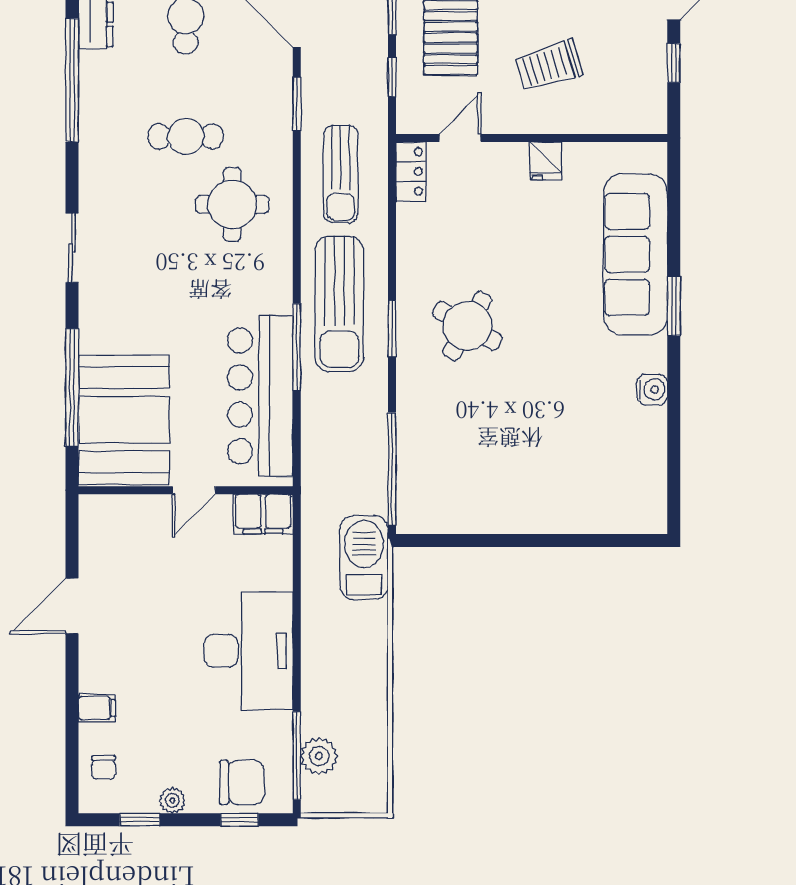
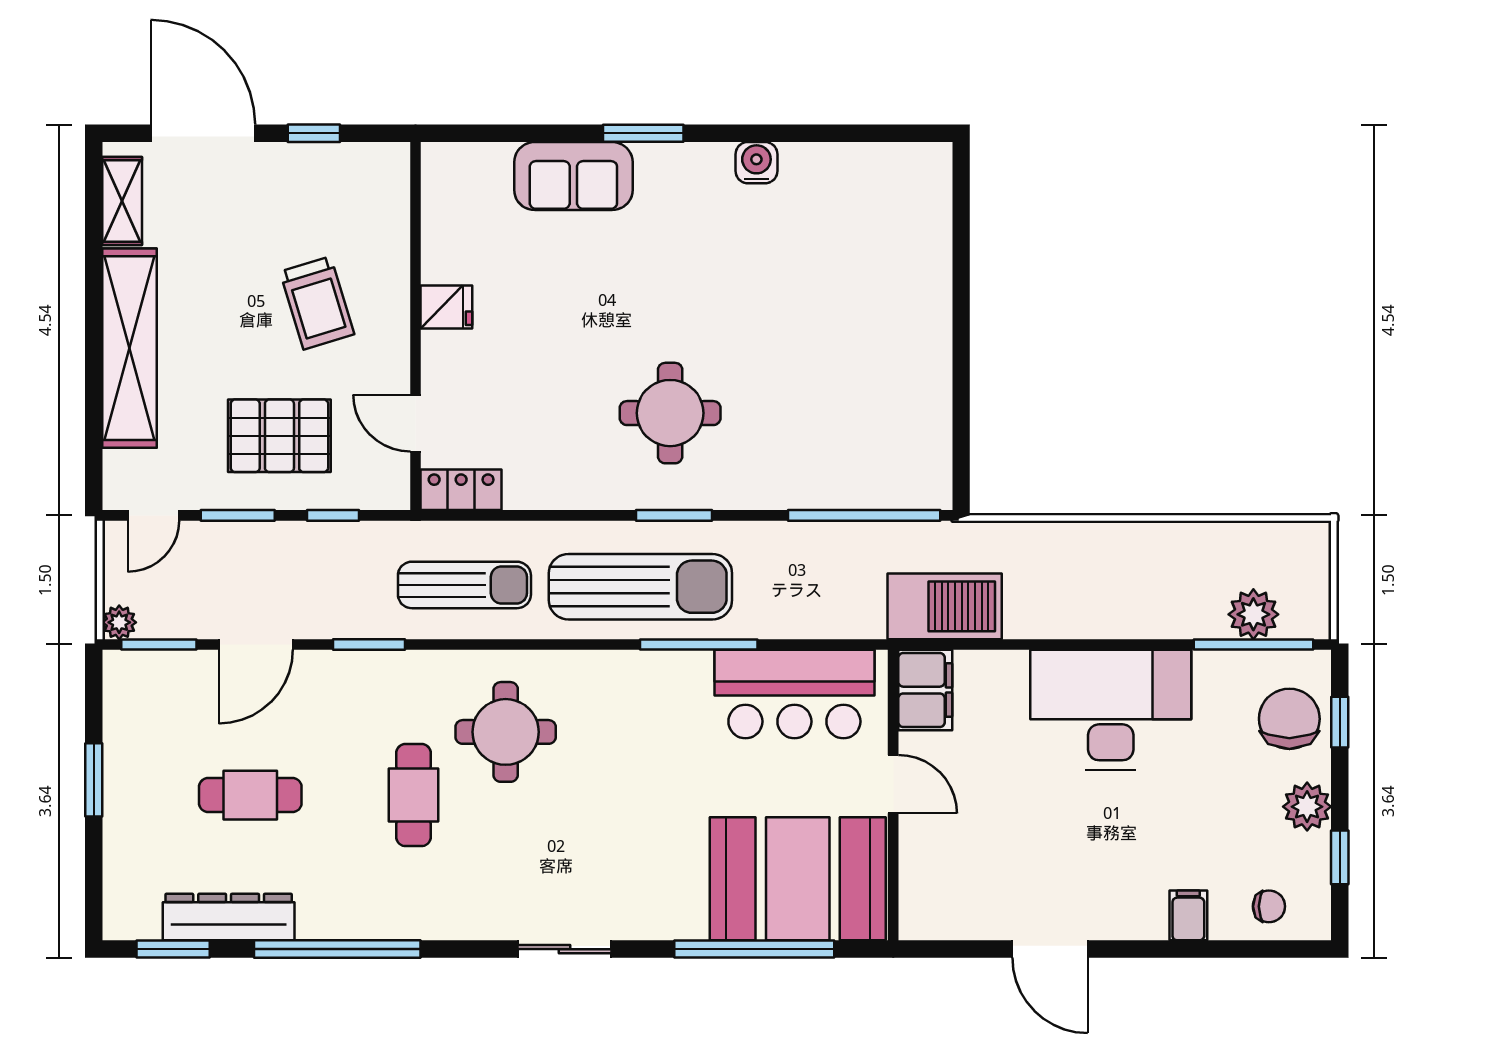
sofa: (635, 254) -> (573, 176), width x0.54, depth x0.79
round table: (467, 326) -> (670, 413), turned -30
bar counter: (260, 396) -> (794, 694), width x0.73
barbecue: (364, 558) -> (945, 606), moved, turned 180
plant: (172, 800) -> (1307, 807), width x1.38, depth x1.38

